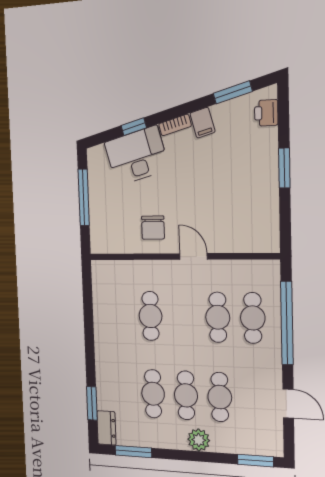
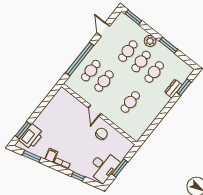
printer: (266, 113) -> (31, 137), width x1.87, depth x1.48
desk: (137, 156) -> (103, 167), moved, turned -75
window: (284, 168) -> (23, 130), moved
window: (84, 197) -> (120, 168), width x0.69
dresser: (106, 428) -> (173, 89), moved
window: (133, 452) -> (168, 45), moved

